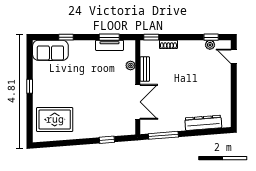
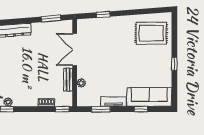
tv unit: (109, 45) -> (113, 102), moved
sofa: (50, 50) -> (149, 97), width x1.36
window: (163, 135) -> (51, 19), width x0.69

